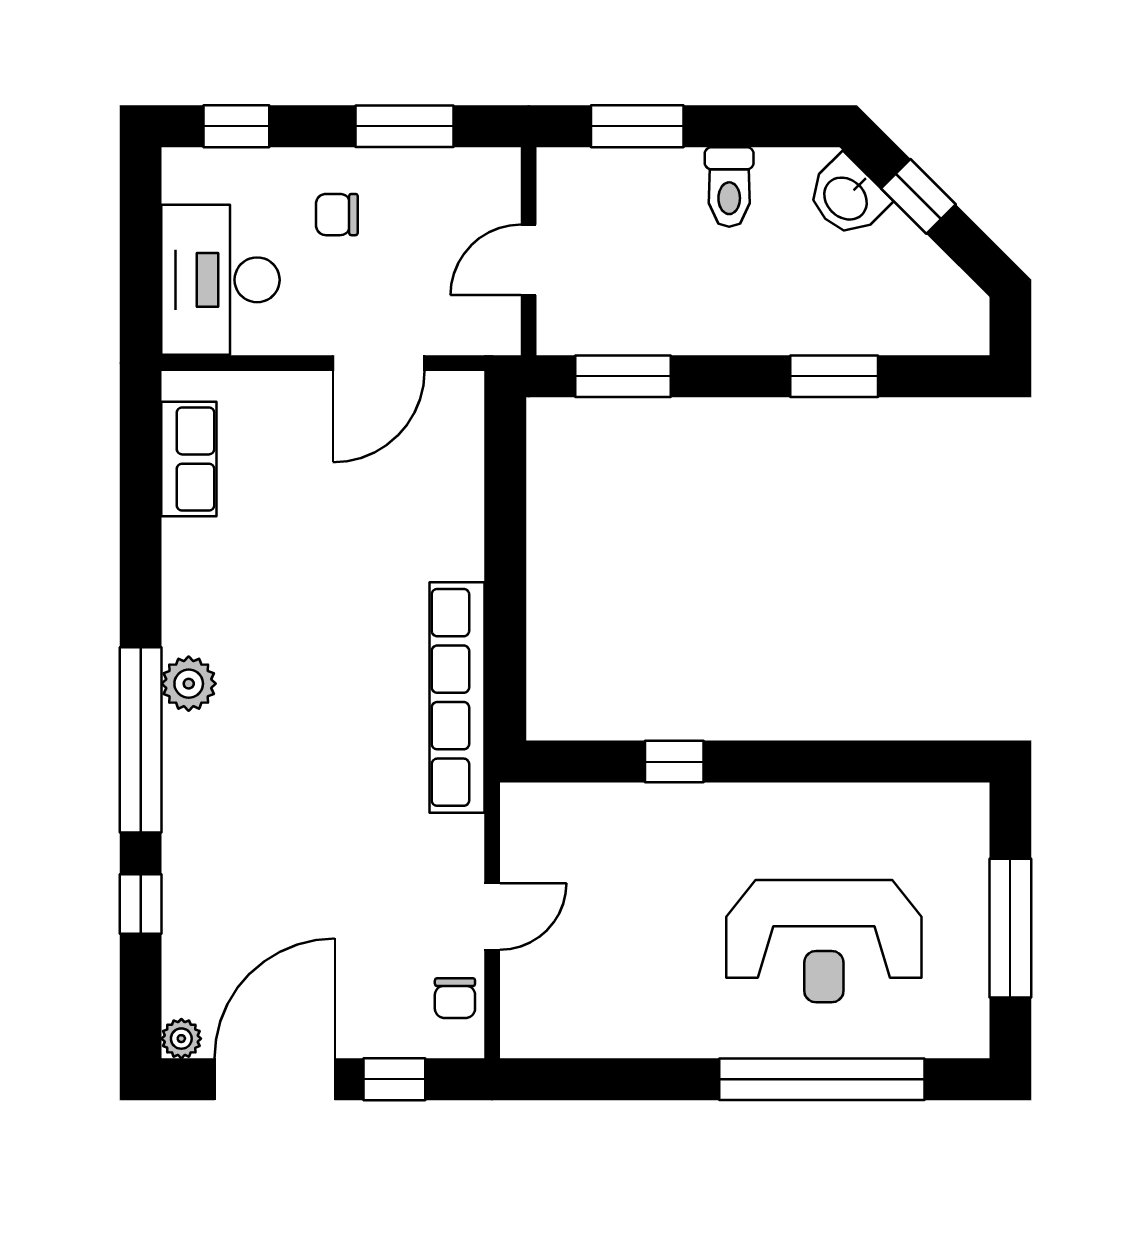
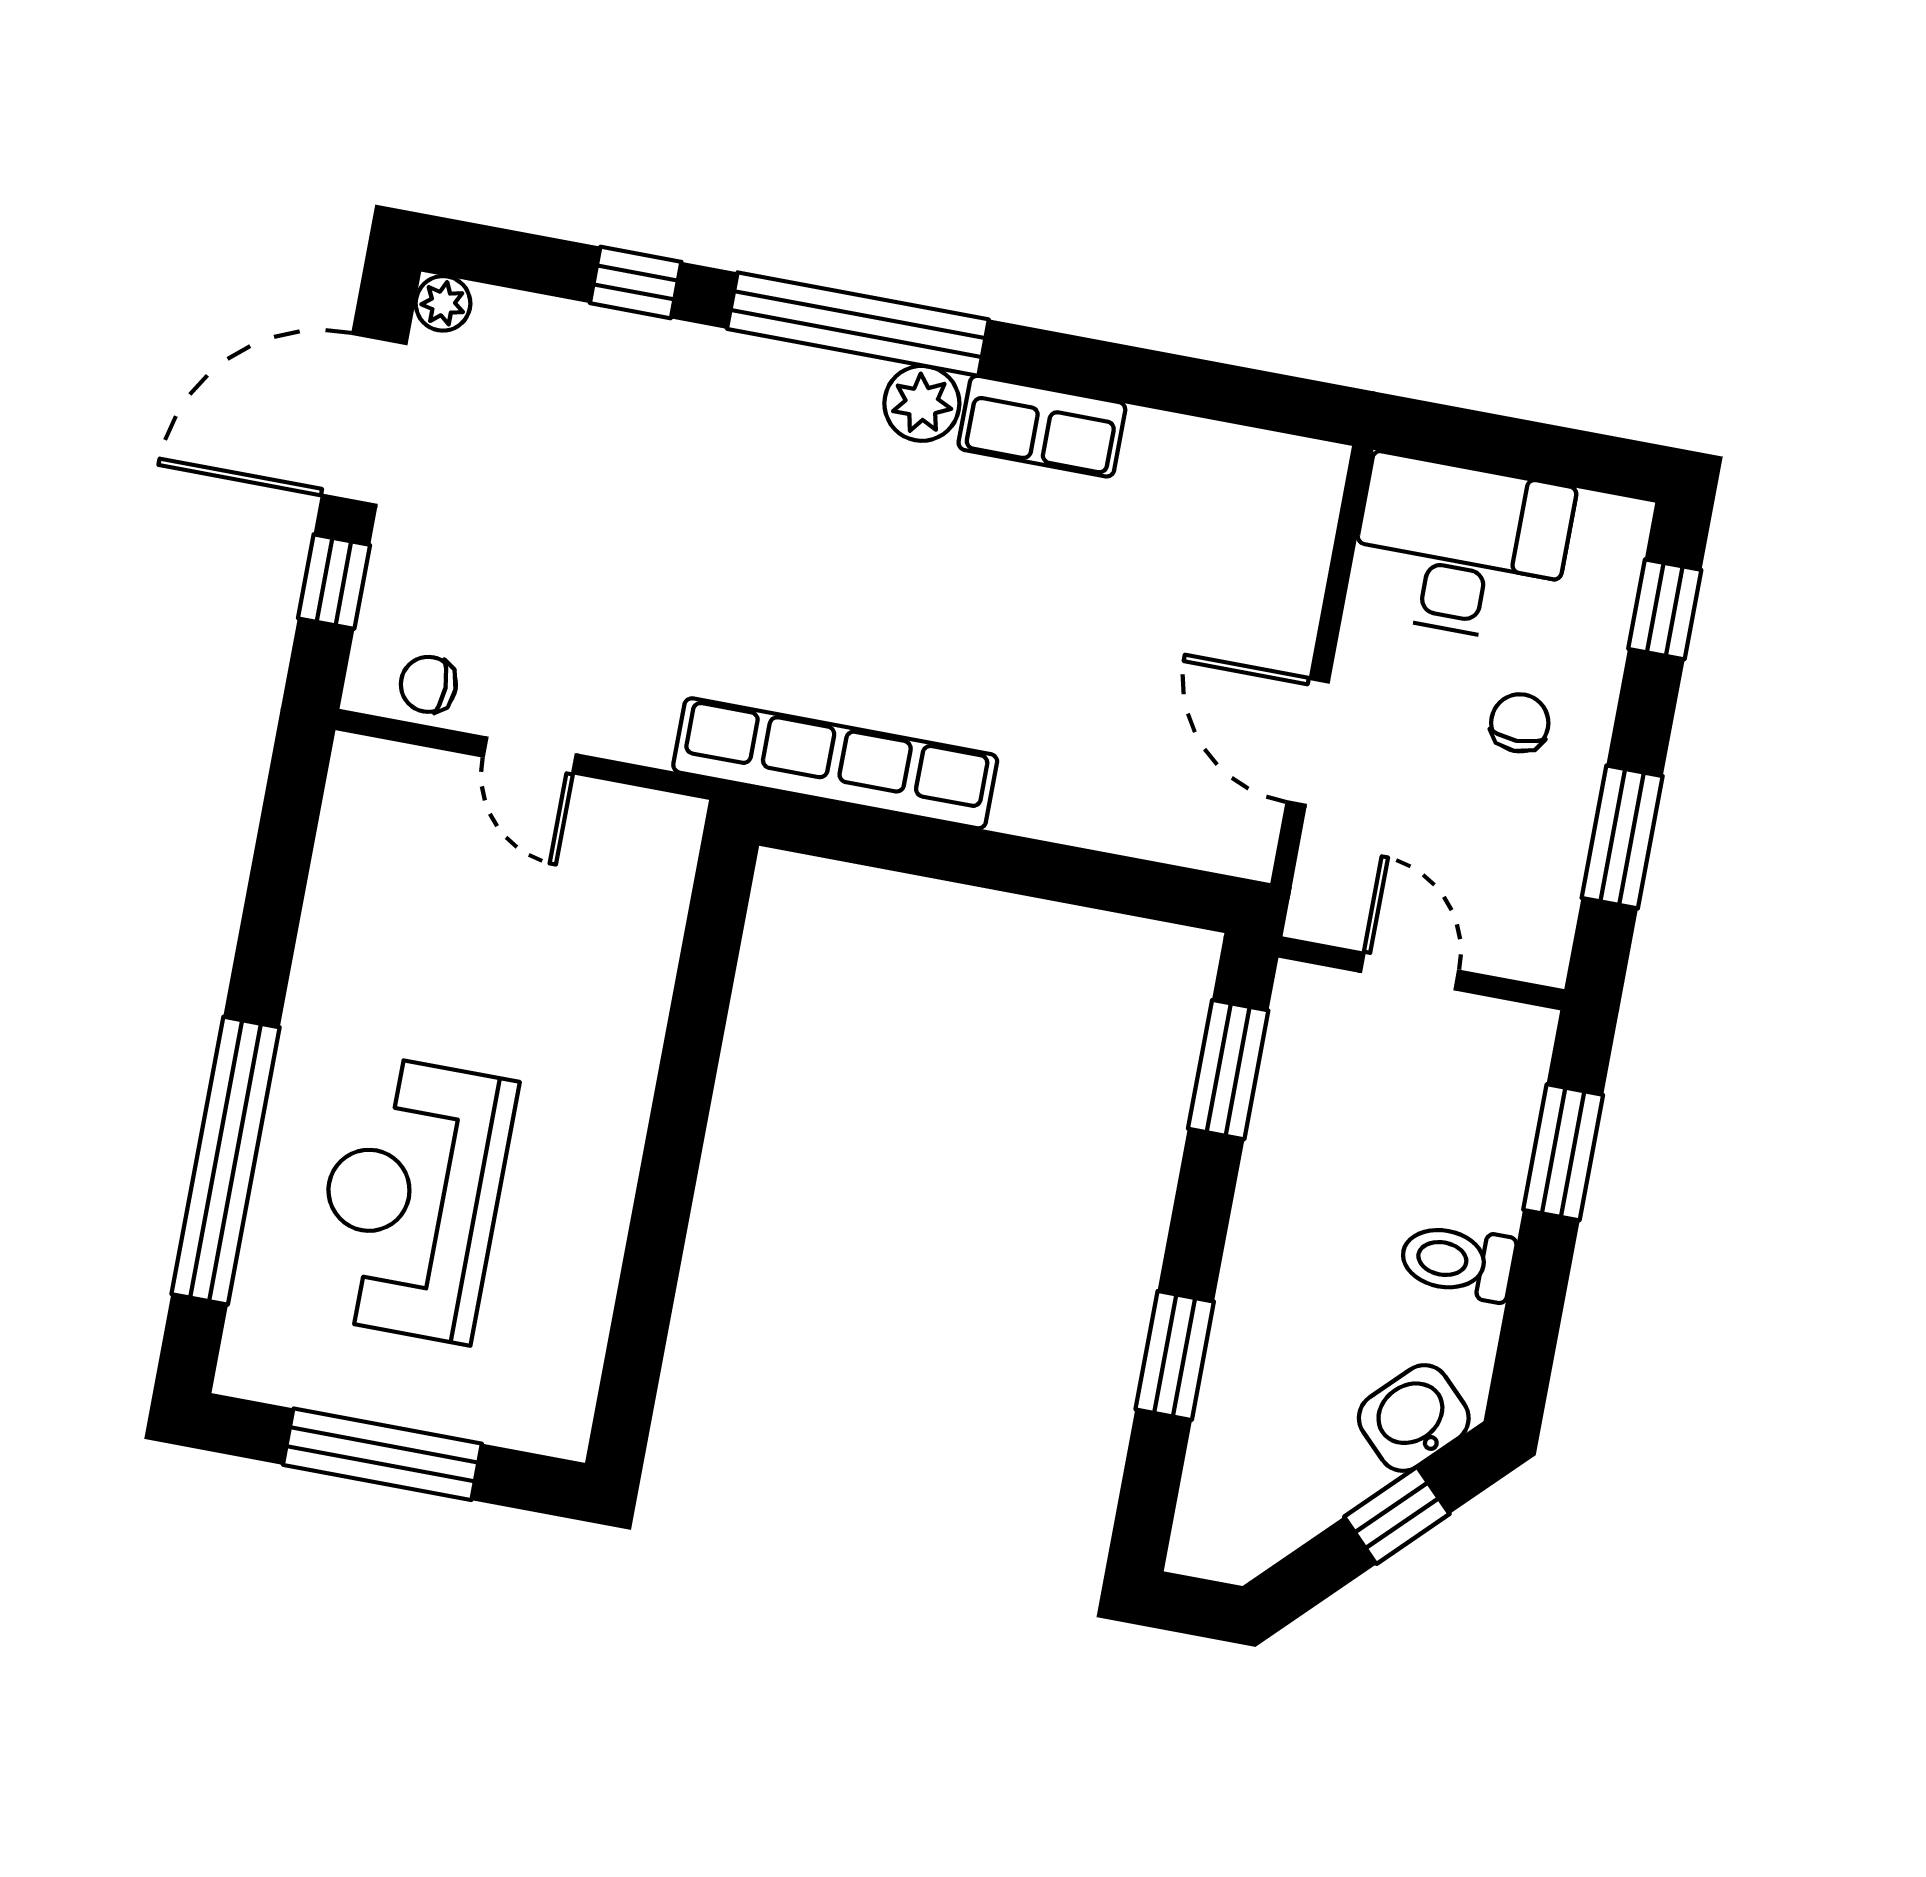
row of seats: (189, 459) -> (1042, 426), moved
window: (674, 762) -> (693, 1041), removed
door: (275, 1079) -> (364, 419), swing flipped

